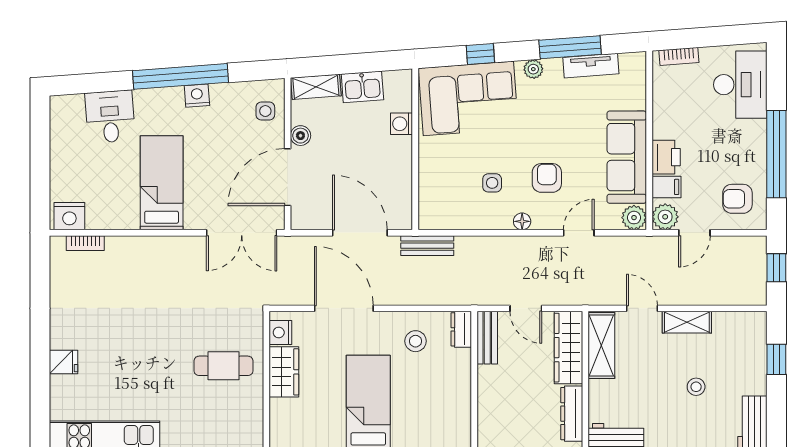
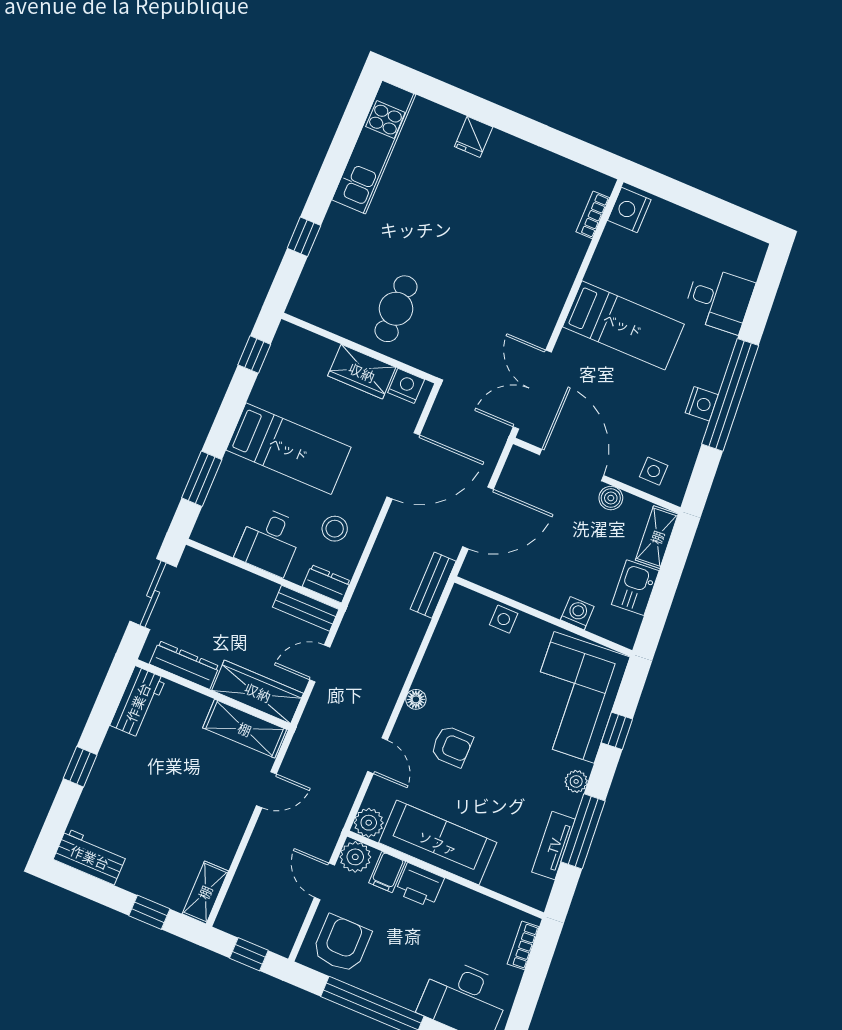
side table: (492, 183) -> (504, 619), moved
armchair: (737, 199) -> (342, 944), width x1.38, depth x1.38
shelving: (687, 322) -> (205, 892), moved
stool: (696, 387) -> (156, 813), removed
desk: (447, 388) -> (270, 541), added

